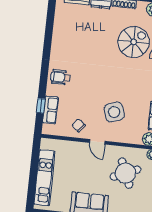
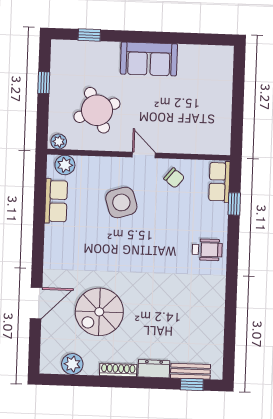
row of seats: (50, 110) -> (219, 182), moved
kitchen unit: (44, 178) -> (221, 94), removed

